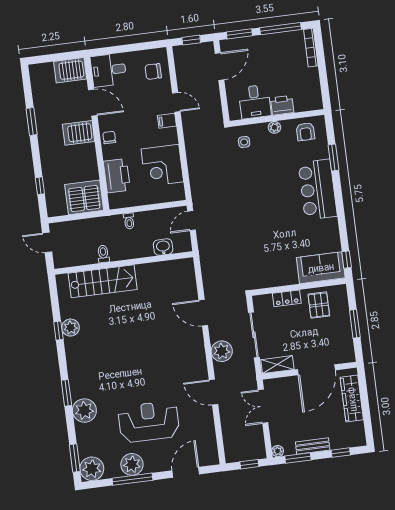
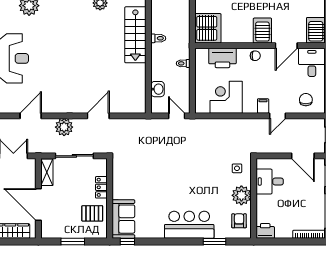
printer: (282, 105) -> (265, 231), moved, turned -90
plant: (274, 127) -> (241, 195), width x1.88, depth x1.88
armchair: (305, 132) -> (239, 221), turned 90

